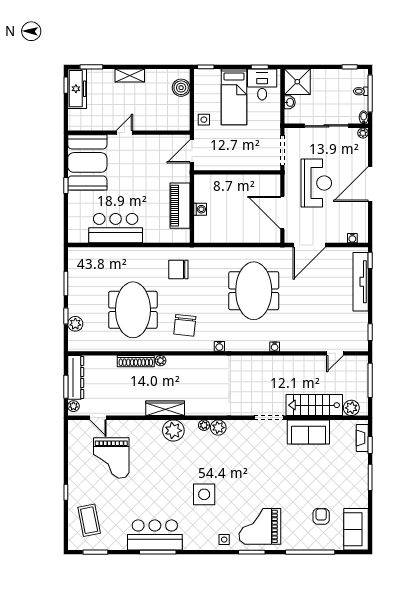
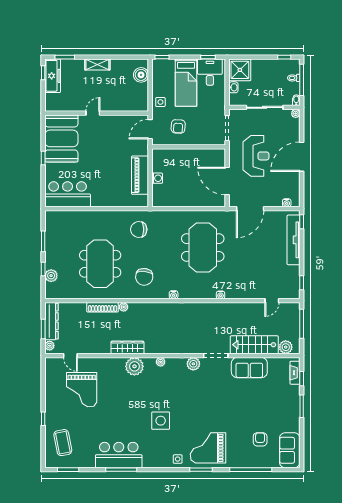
armchair: (225, 148) -> (178, 126), added
bar counter: (116, 228) -> (68, 194), moved
plant: (218, 428) -> (193, 364), moved

